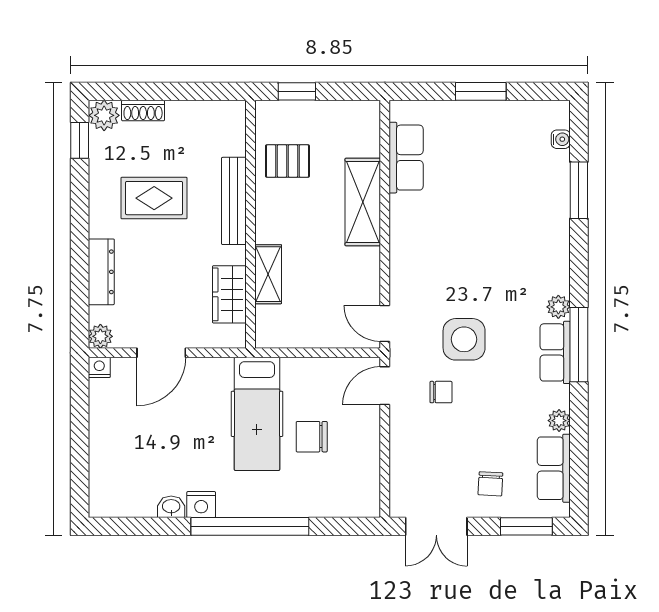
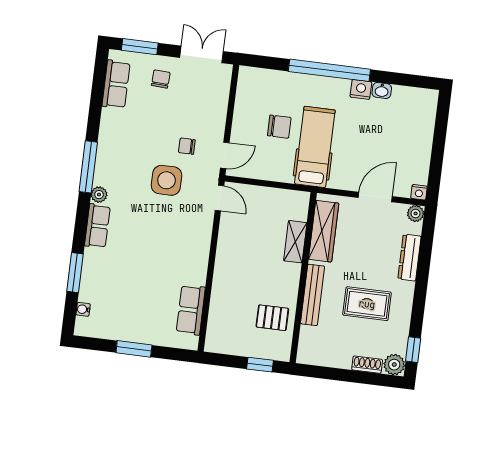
shelving: (363, 202) -> (224, 283), removed
wardrobe: (229, 294) -> (324, 231), width x1.50
row of seats: (555, 352) -> (97, 226), moved
plant: (559, 421) -> (108, 117), removed

